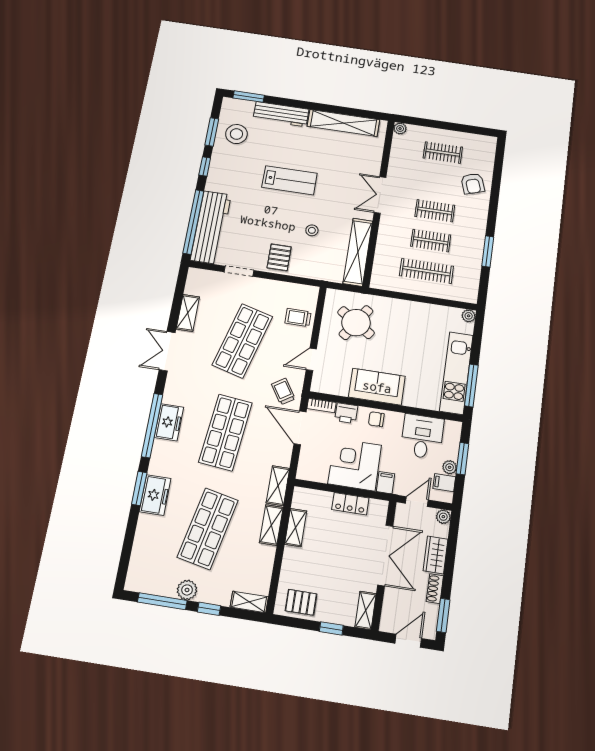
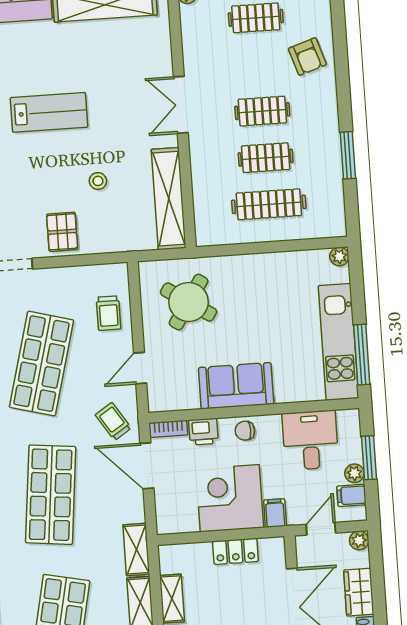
trolley: (298, 318) -> (109, 313), turned -90

